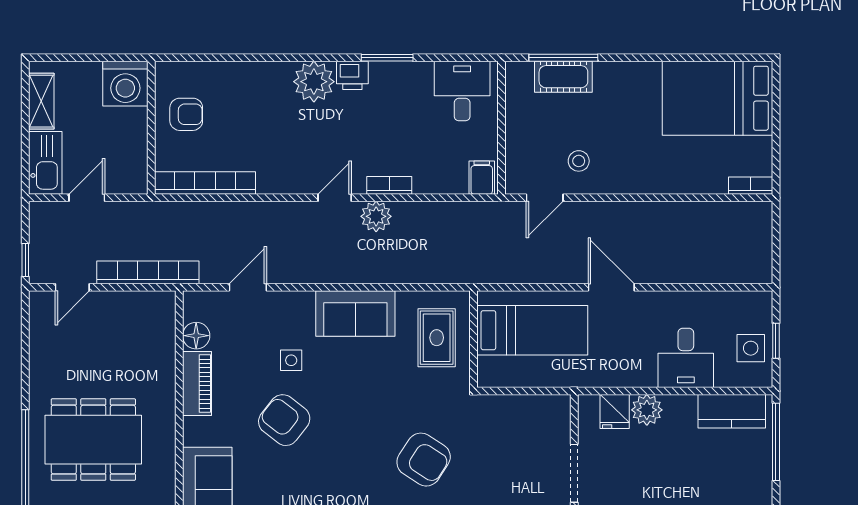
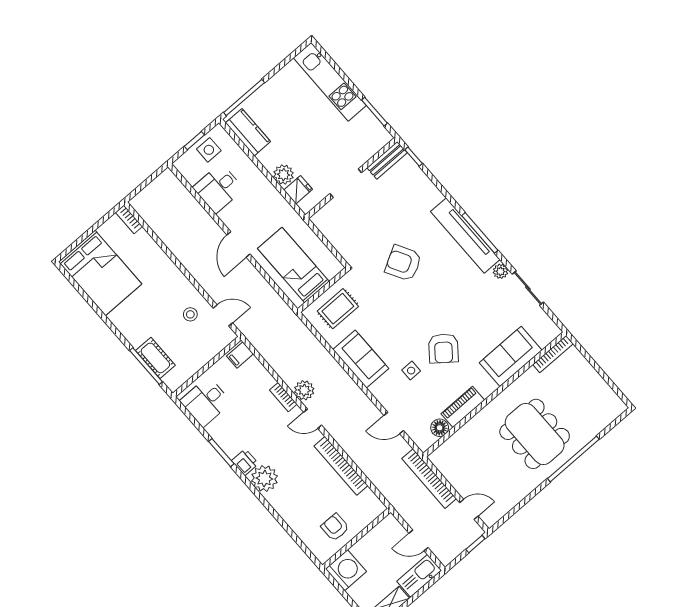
bookcase: (205, 183) -> (341, 466), moved
desk: (686, 358) -> (218, 188), moved, turned 180
armchair: (424, 460) -> (403, 263), turned -62

